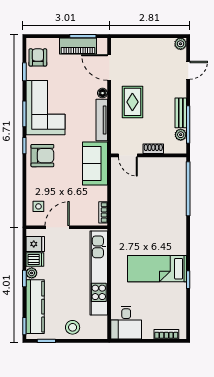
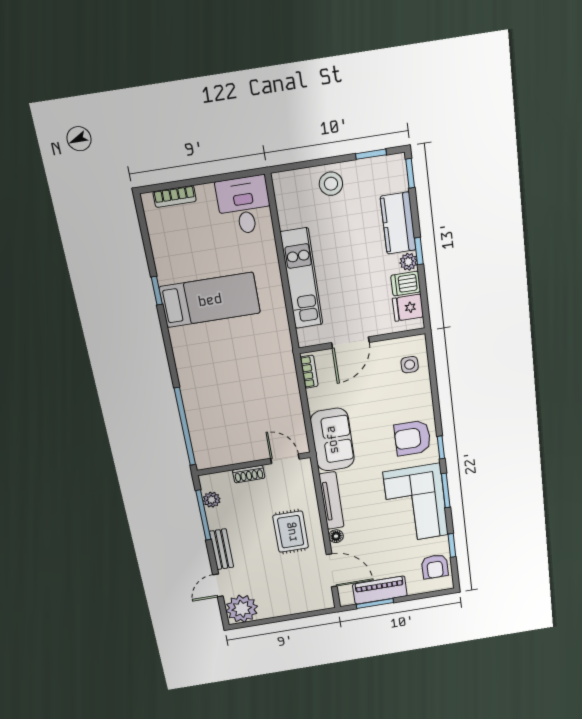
plant: (181, 44) -> (242, 609), width x1.87, depth x1.87
bench: (181, 113) -> (222, 549), moved
door: (57, 227) -> (350, 343), moved
kitchen unit: (99, 273) -> (302, 279), width x0.73
kitchen counter: (35, 307) -> (398, 223), width x0.67

